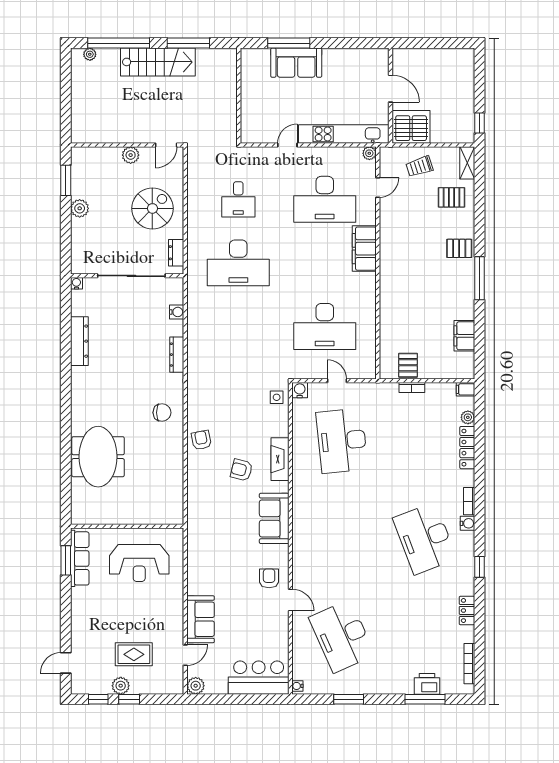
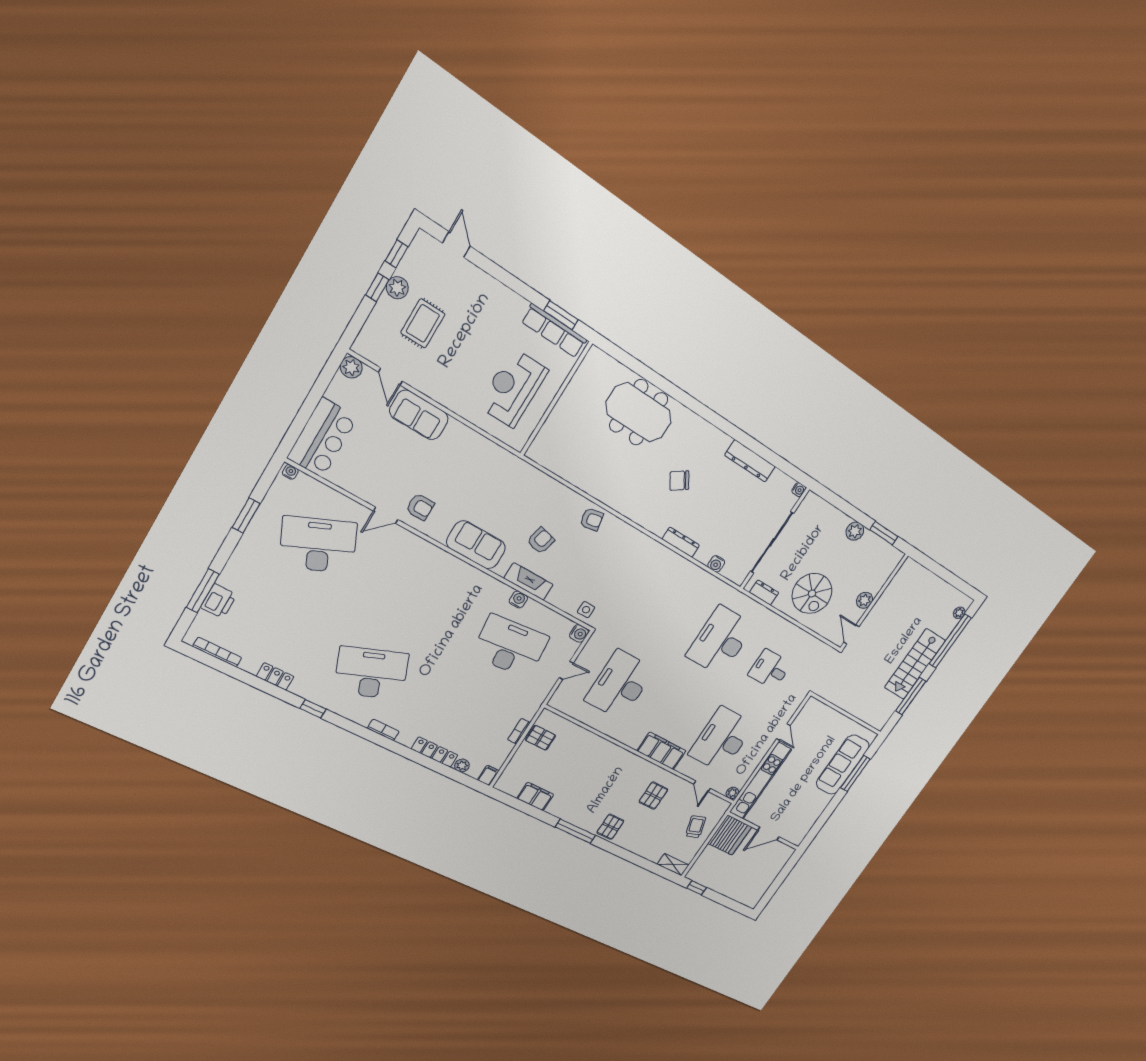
sofa: (296, 63) -> (843, 765), width x1.36
pallet: (451, 197) -> (653, 796), moved
chair: (162, 413) -> (679, 481), moved, turned 56
water cooler: (467, 523) -> (518, 599), moved, turned 180

